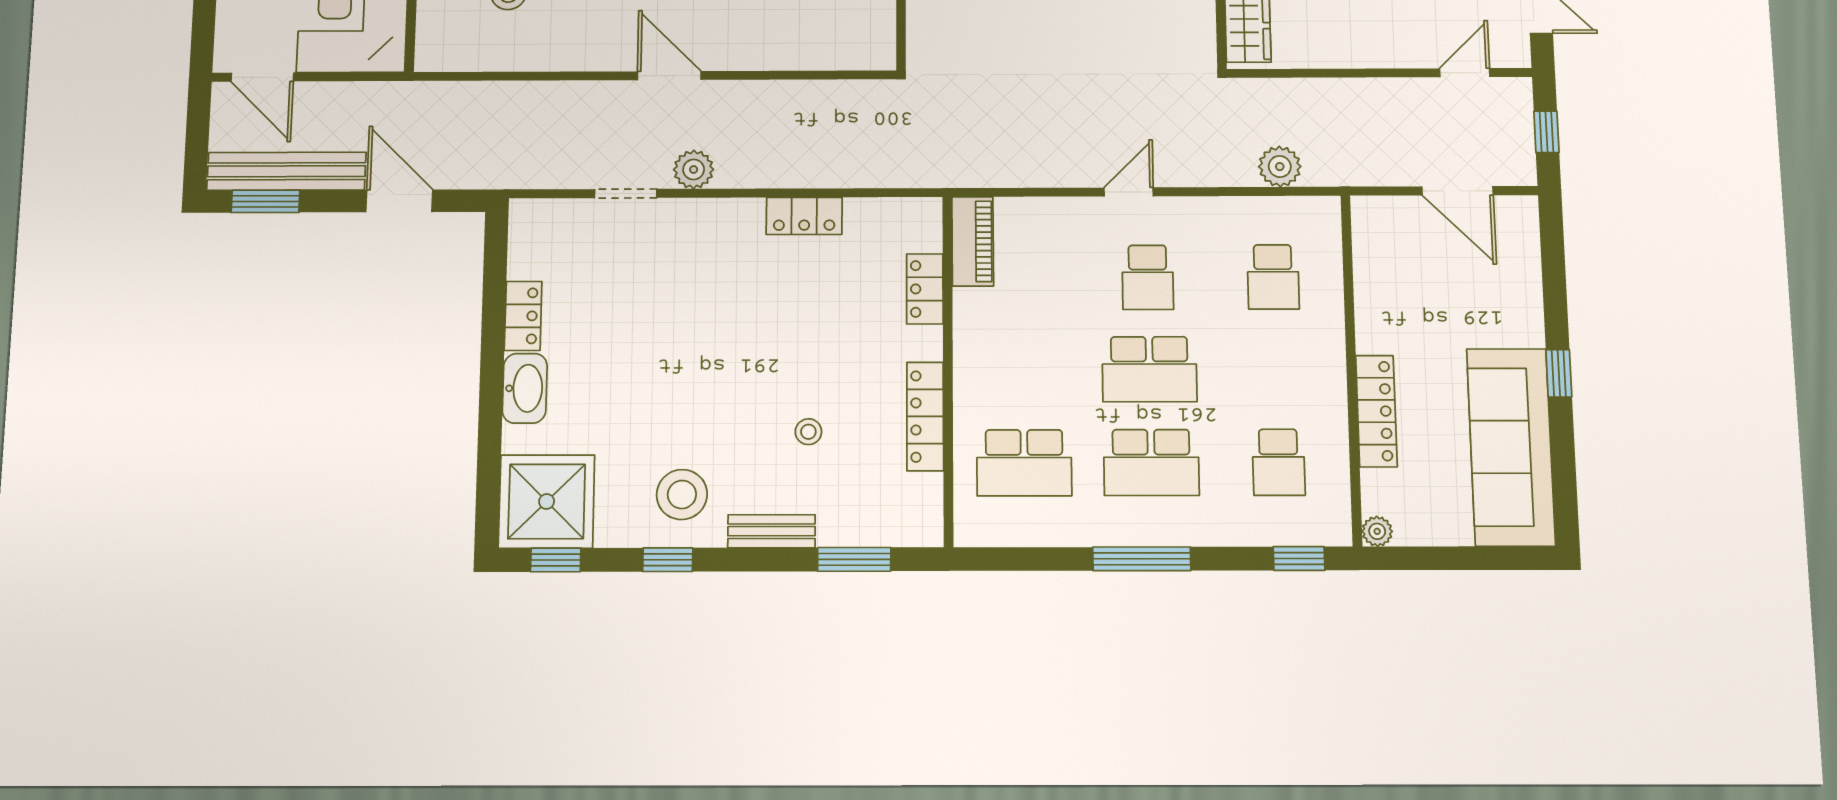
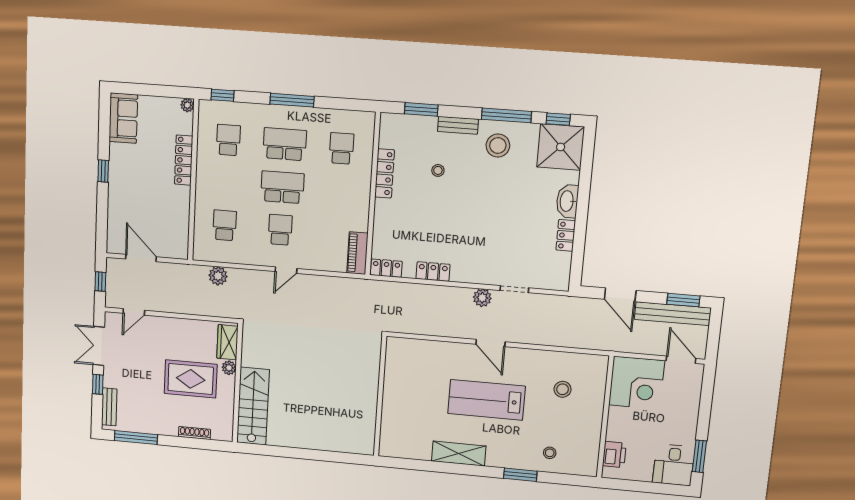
locker: (925, 289) -> (386, 268), moved, turned -90
sofa: (1511, 447) -> (123, 118), width x0.54, depth x0.79
school desk: (1024, 463) -> (341, 148), width x0.54
window: (668, 560) -> (506, 115), width x2.17

